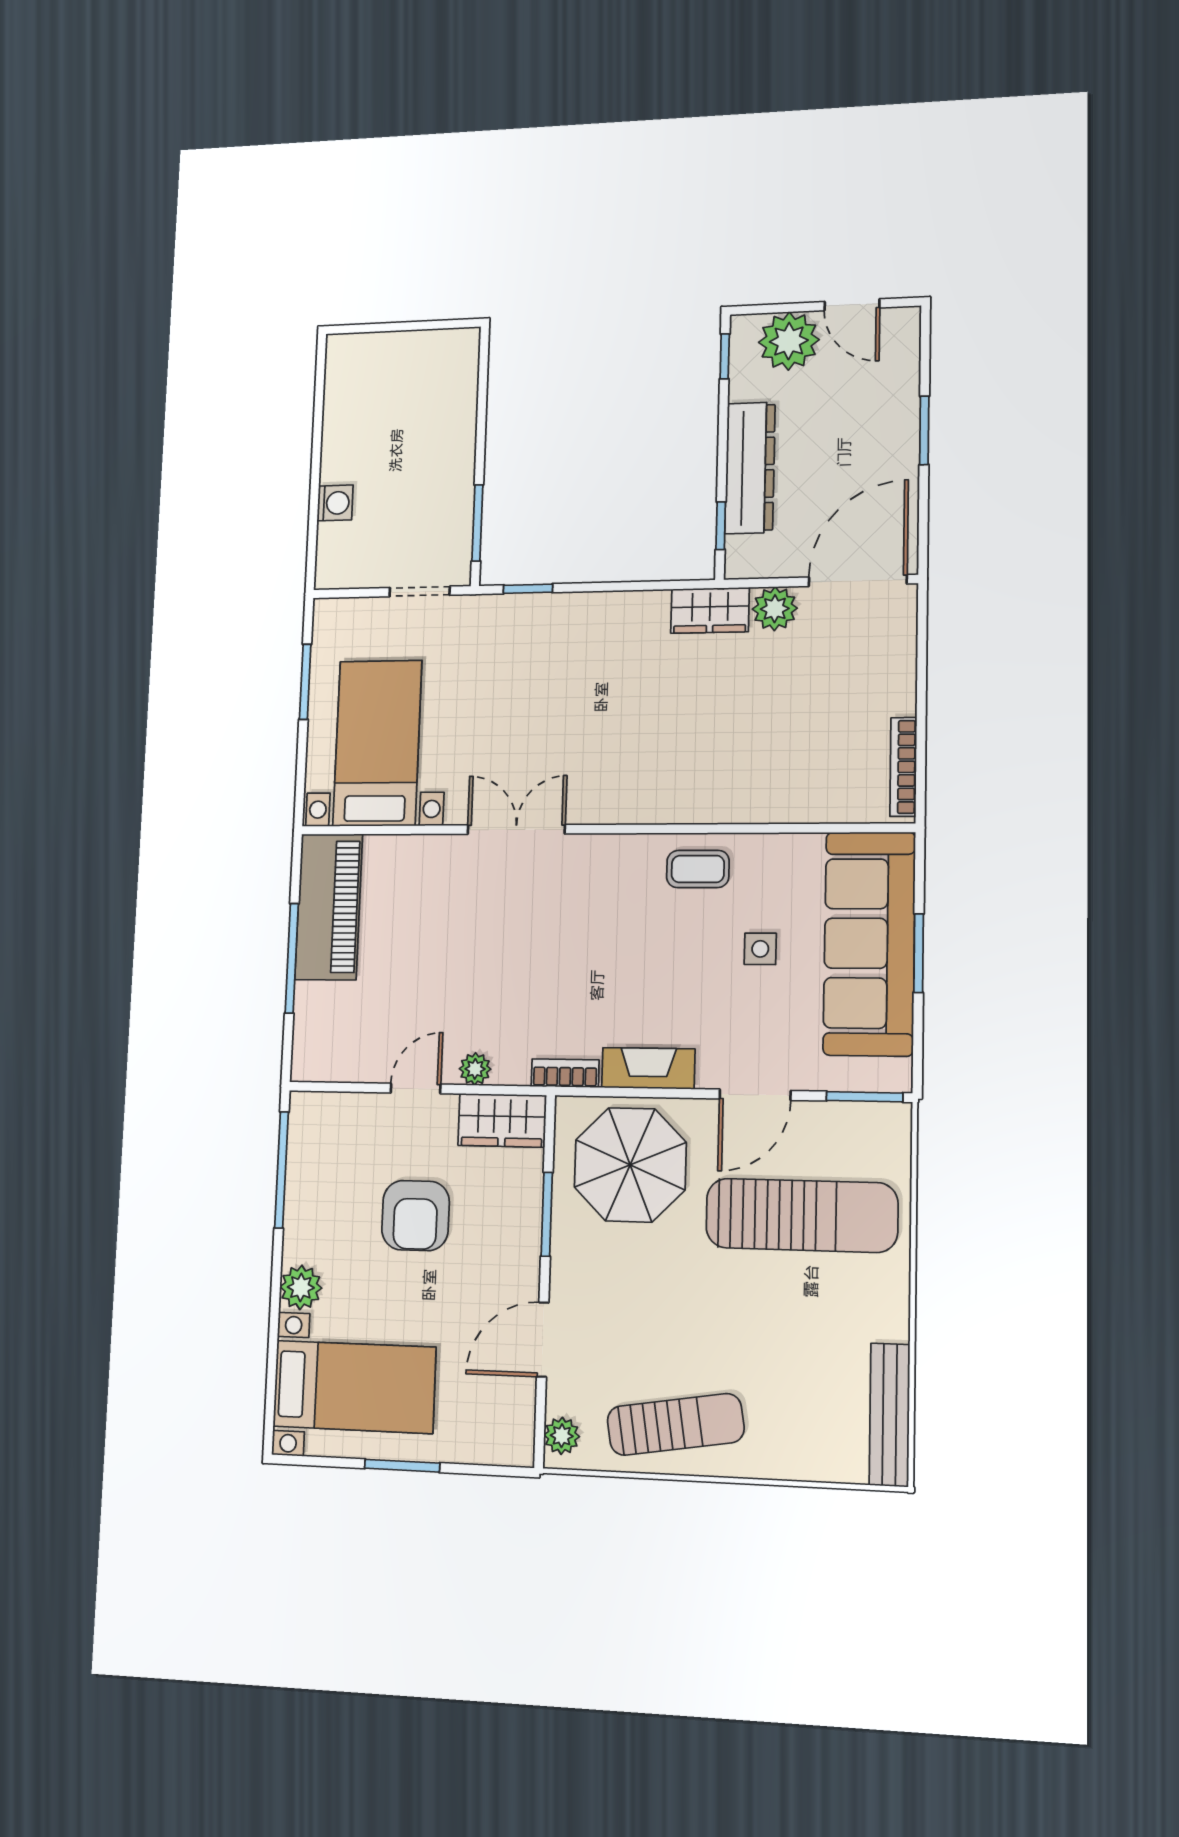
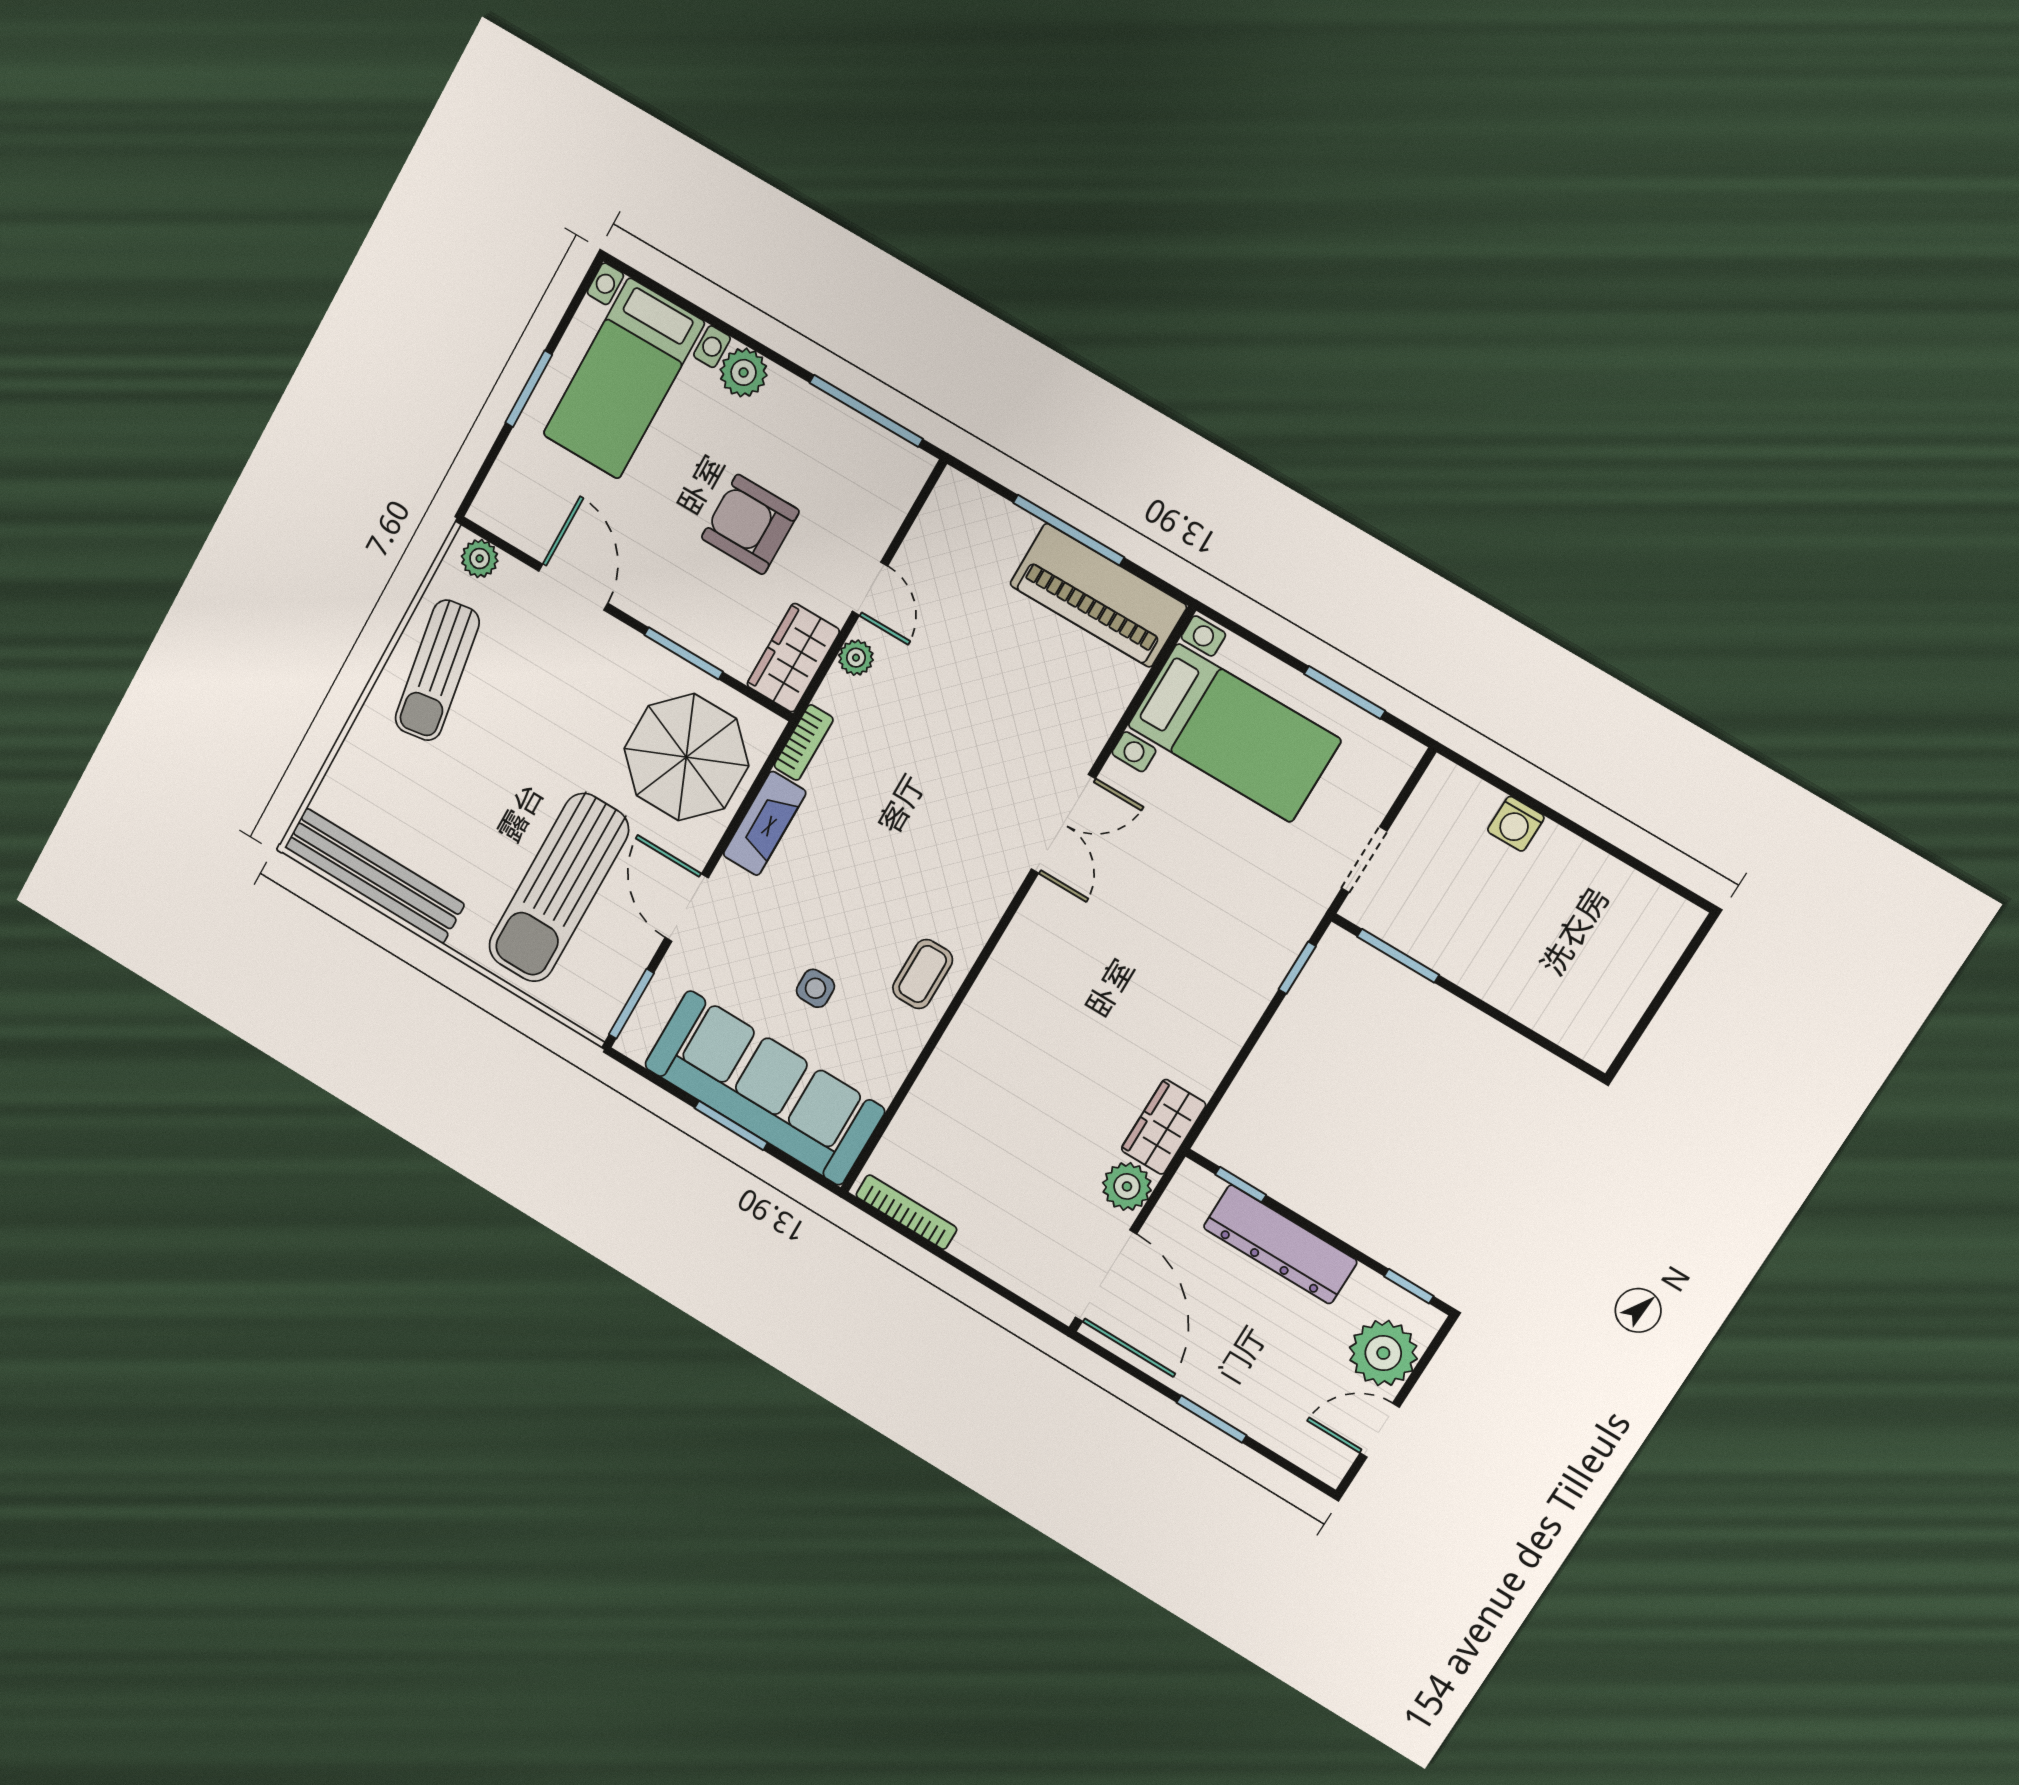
bench: (890, 1415) -> (374, 876), width x1.37, depth x1.21

